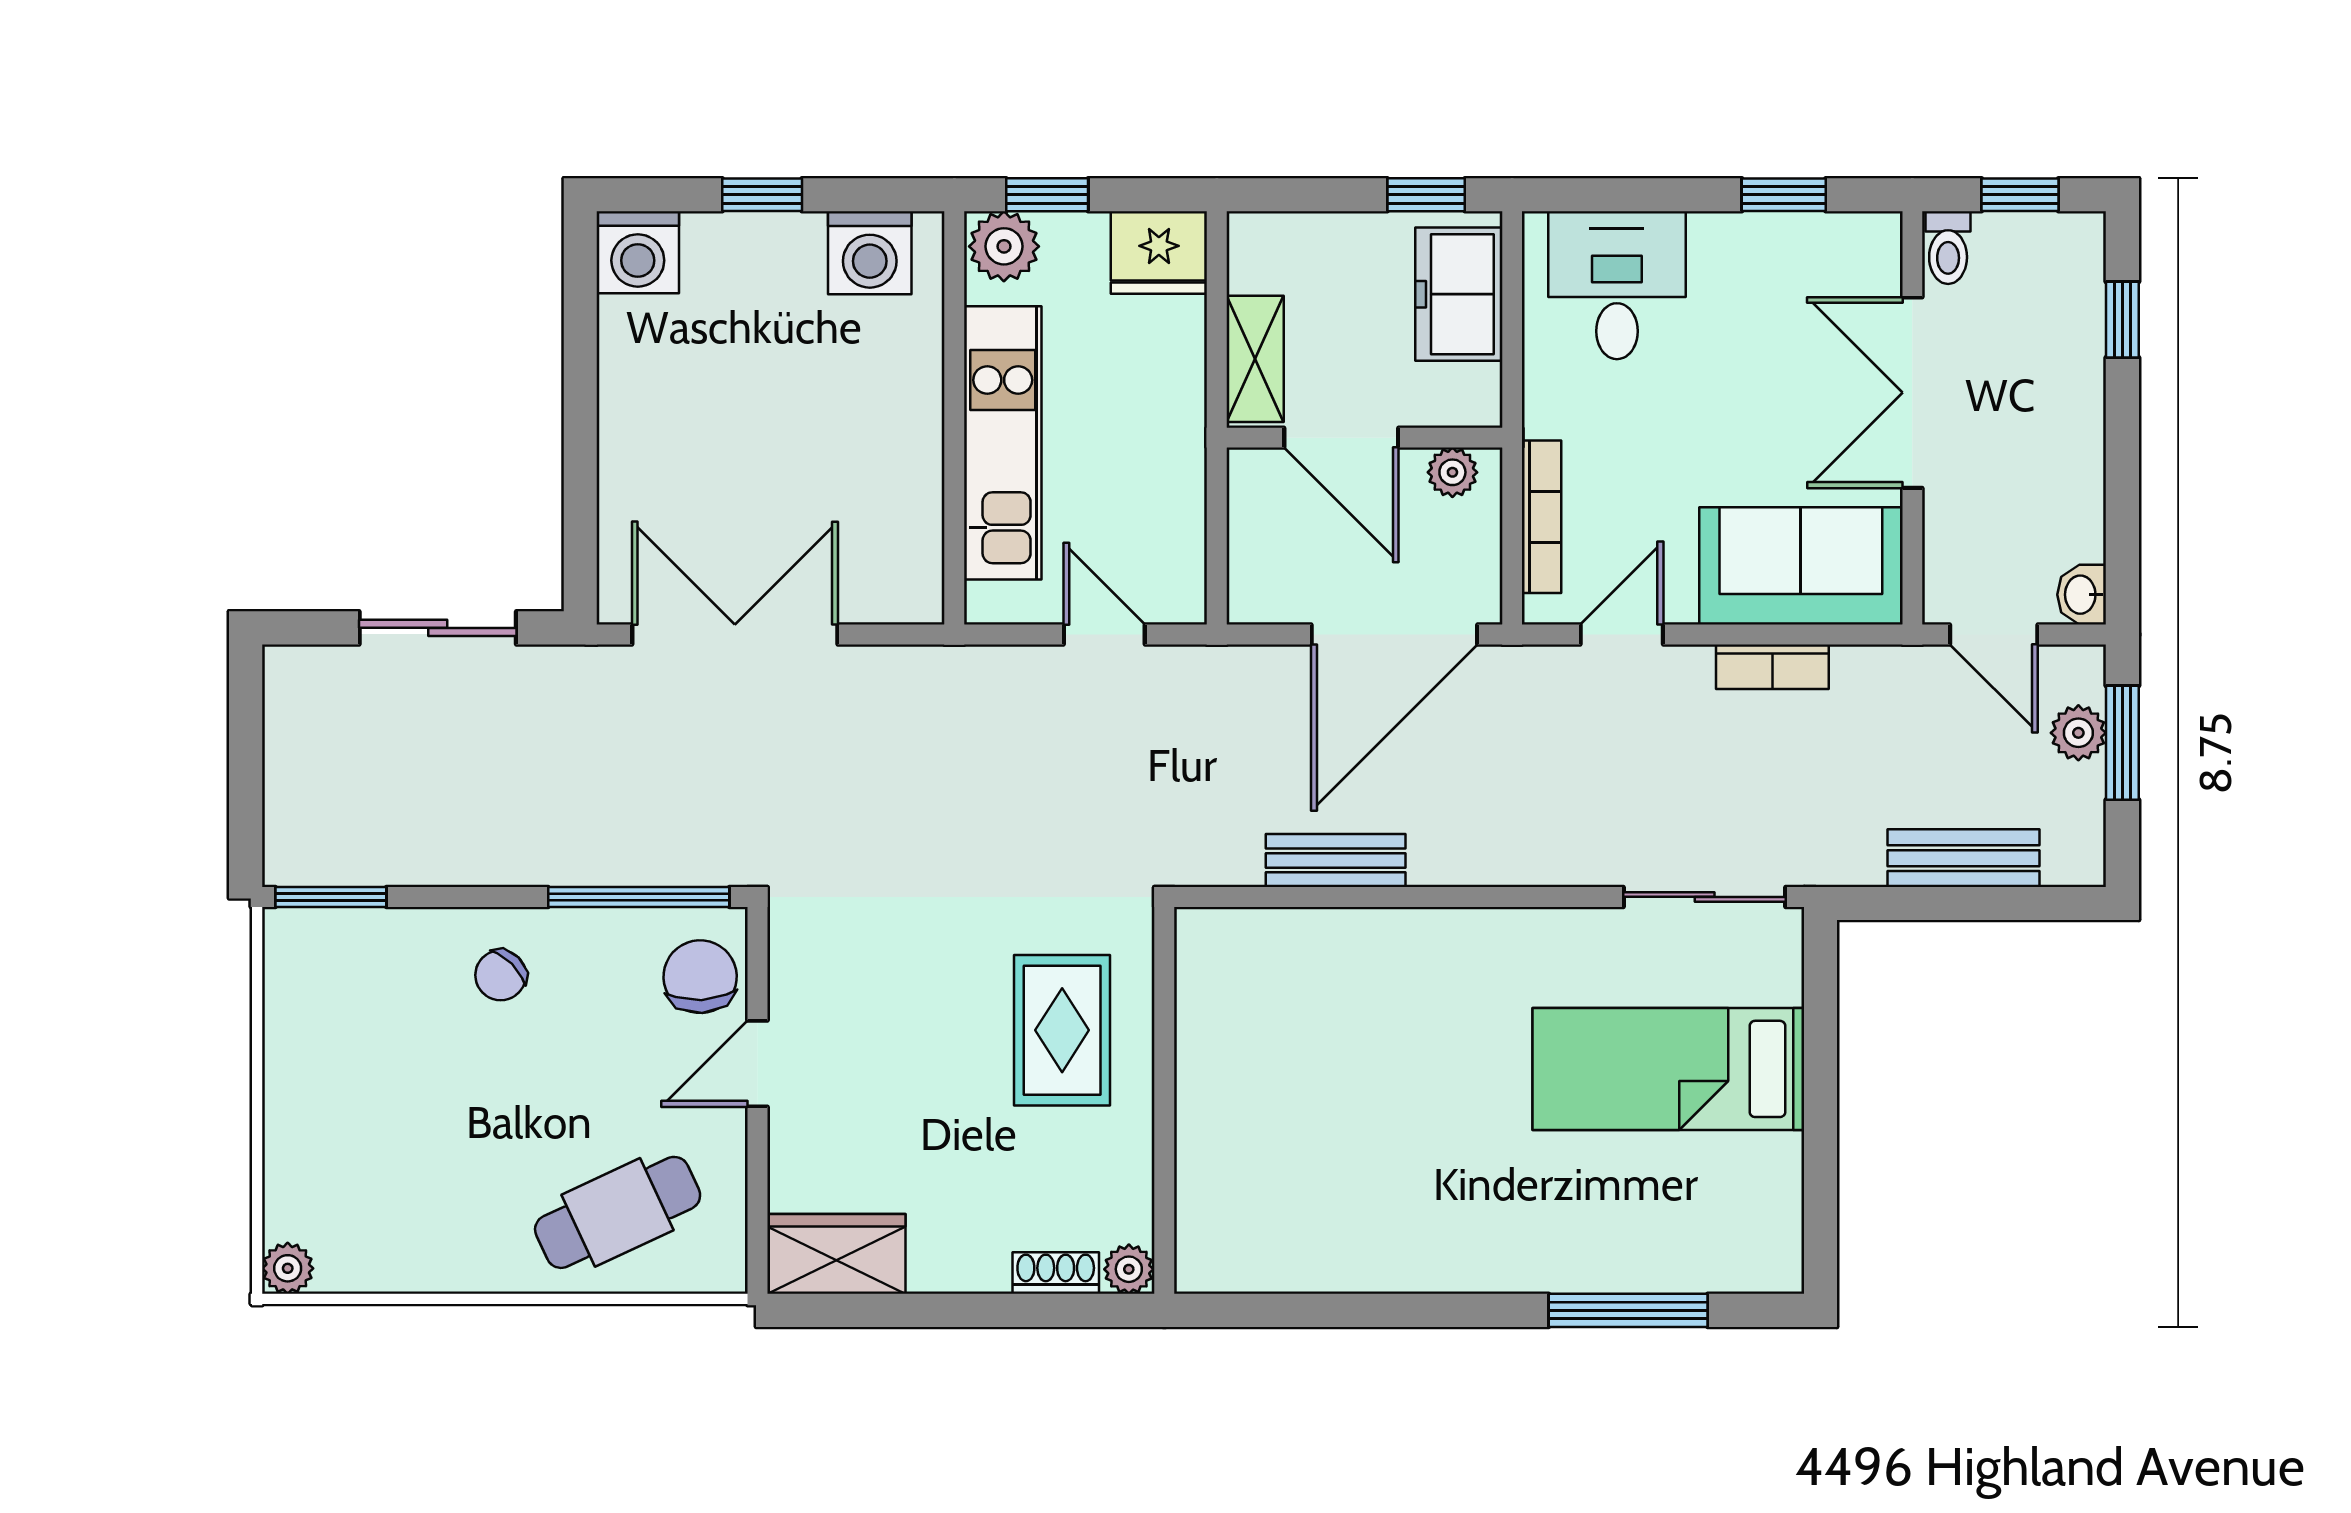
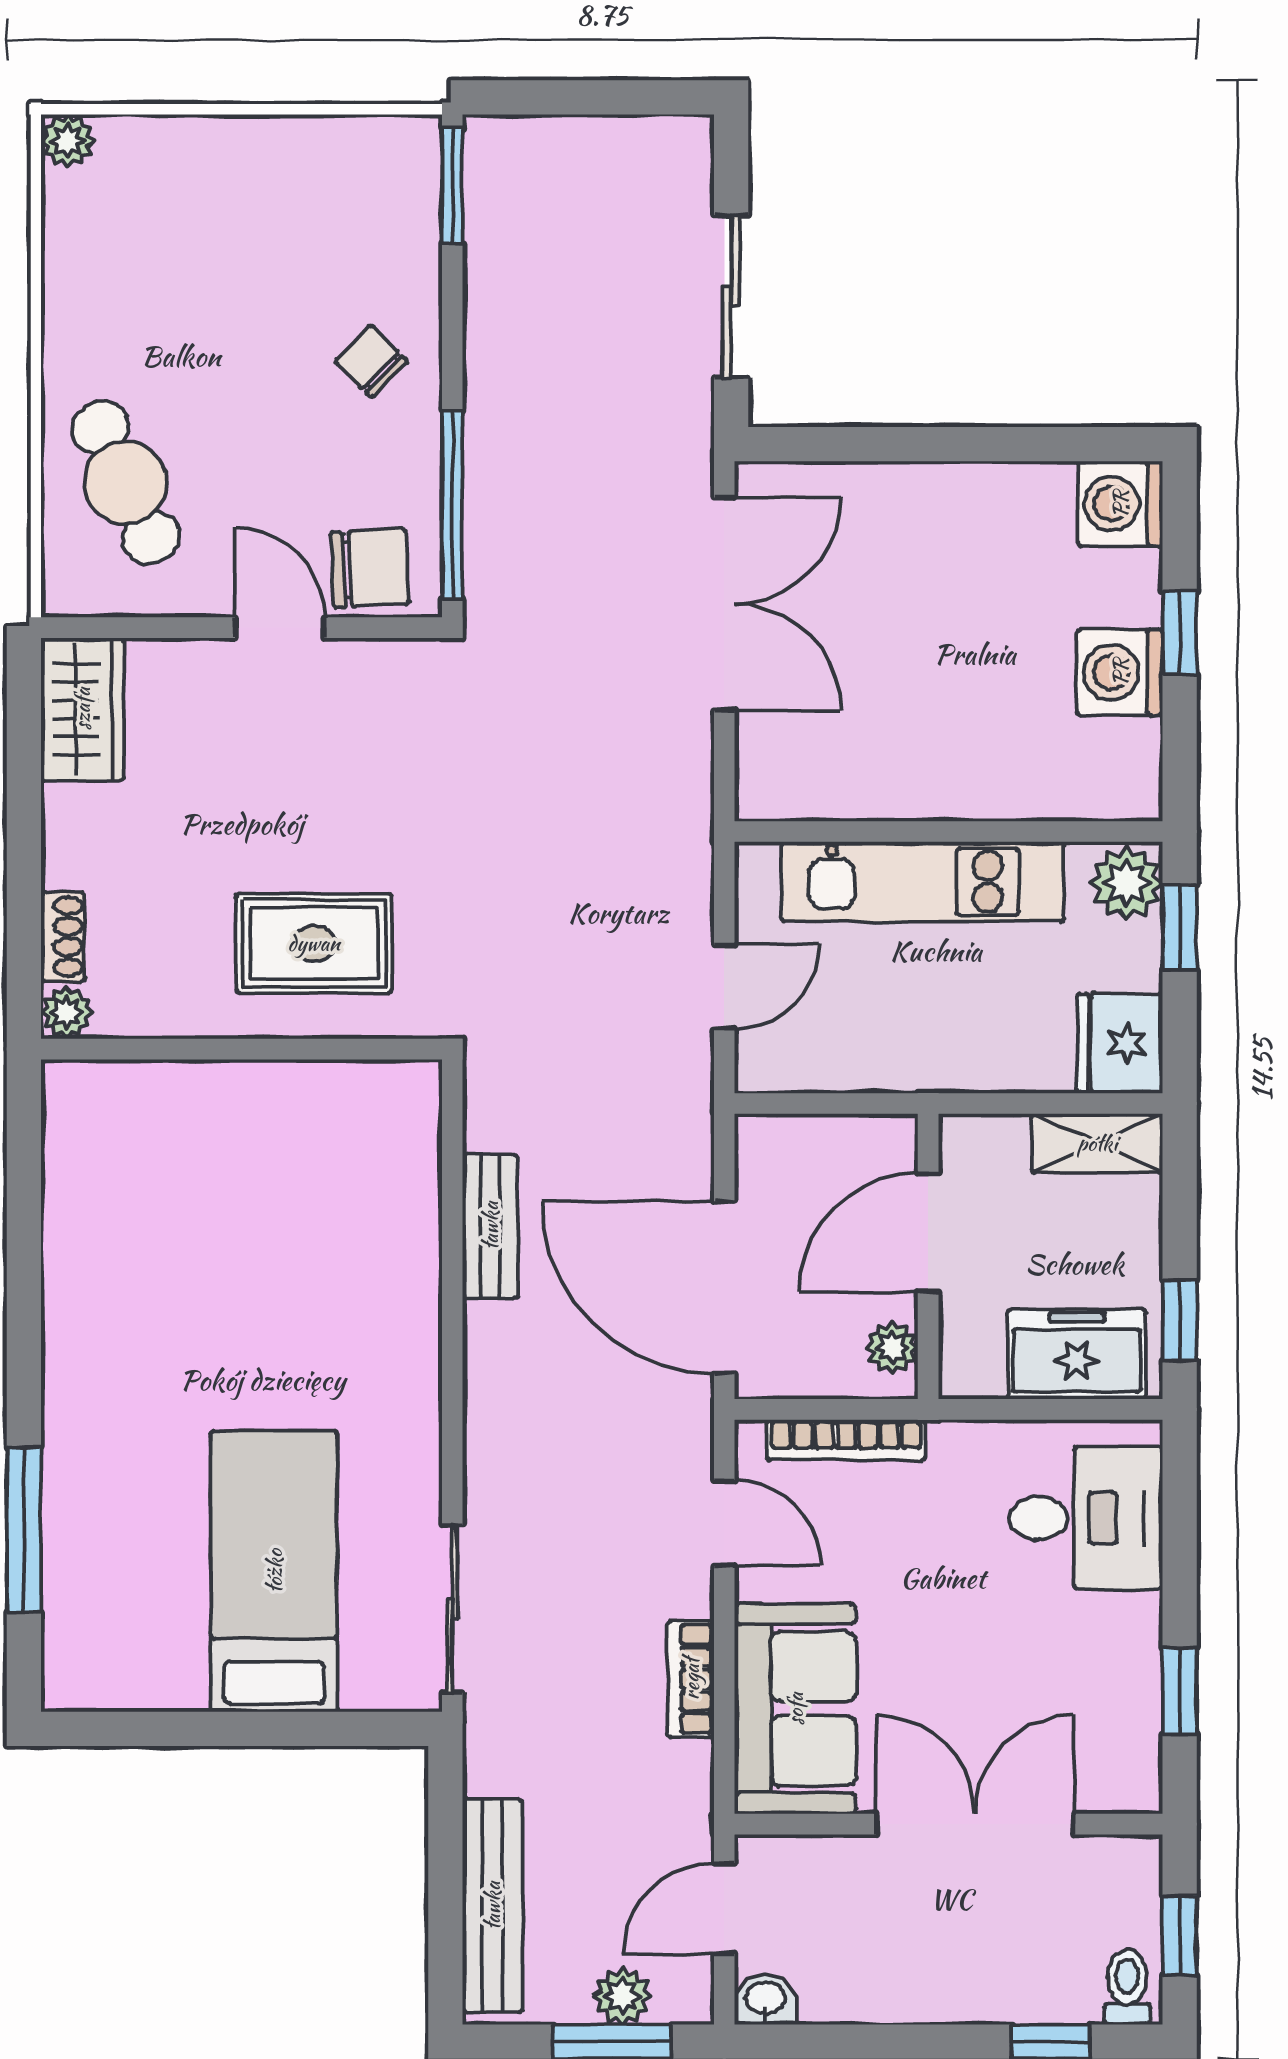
toilet: (1948, 248) -> (1127, 1987), moved, turned 90
washing machine: (870, 253) -> (1120, 672), moved
shelving: (1255, 359) -> (1097, 1143), moved
bench: (1963, 858) -> (492, 1906), width x1.36

